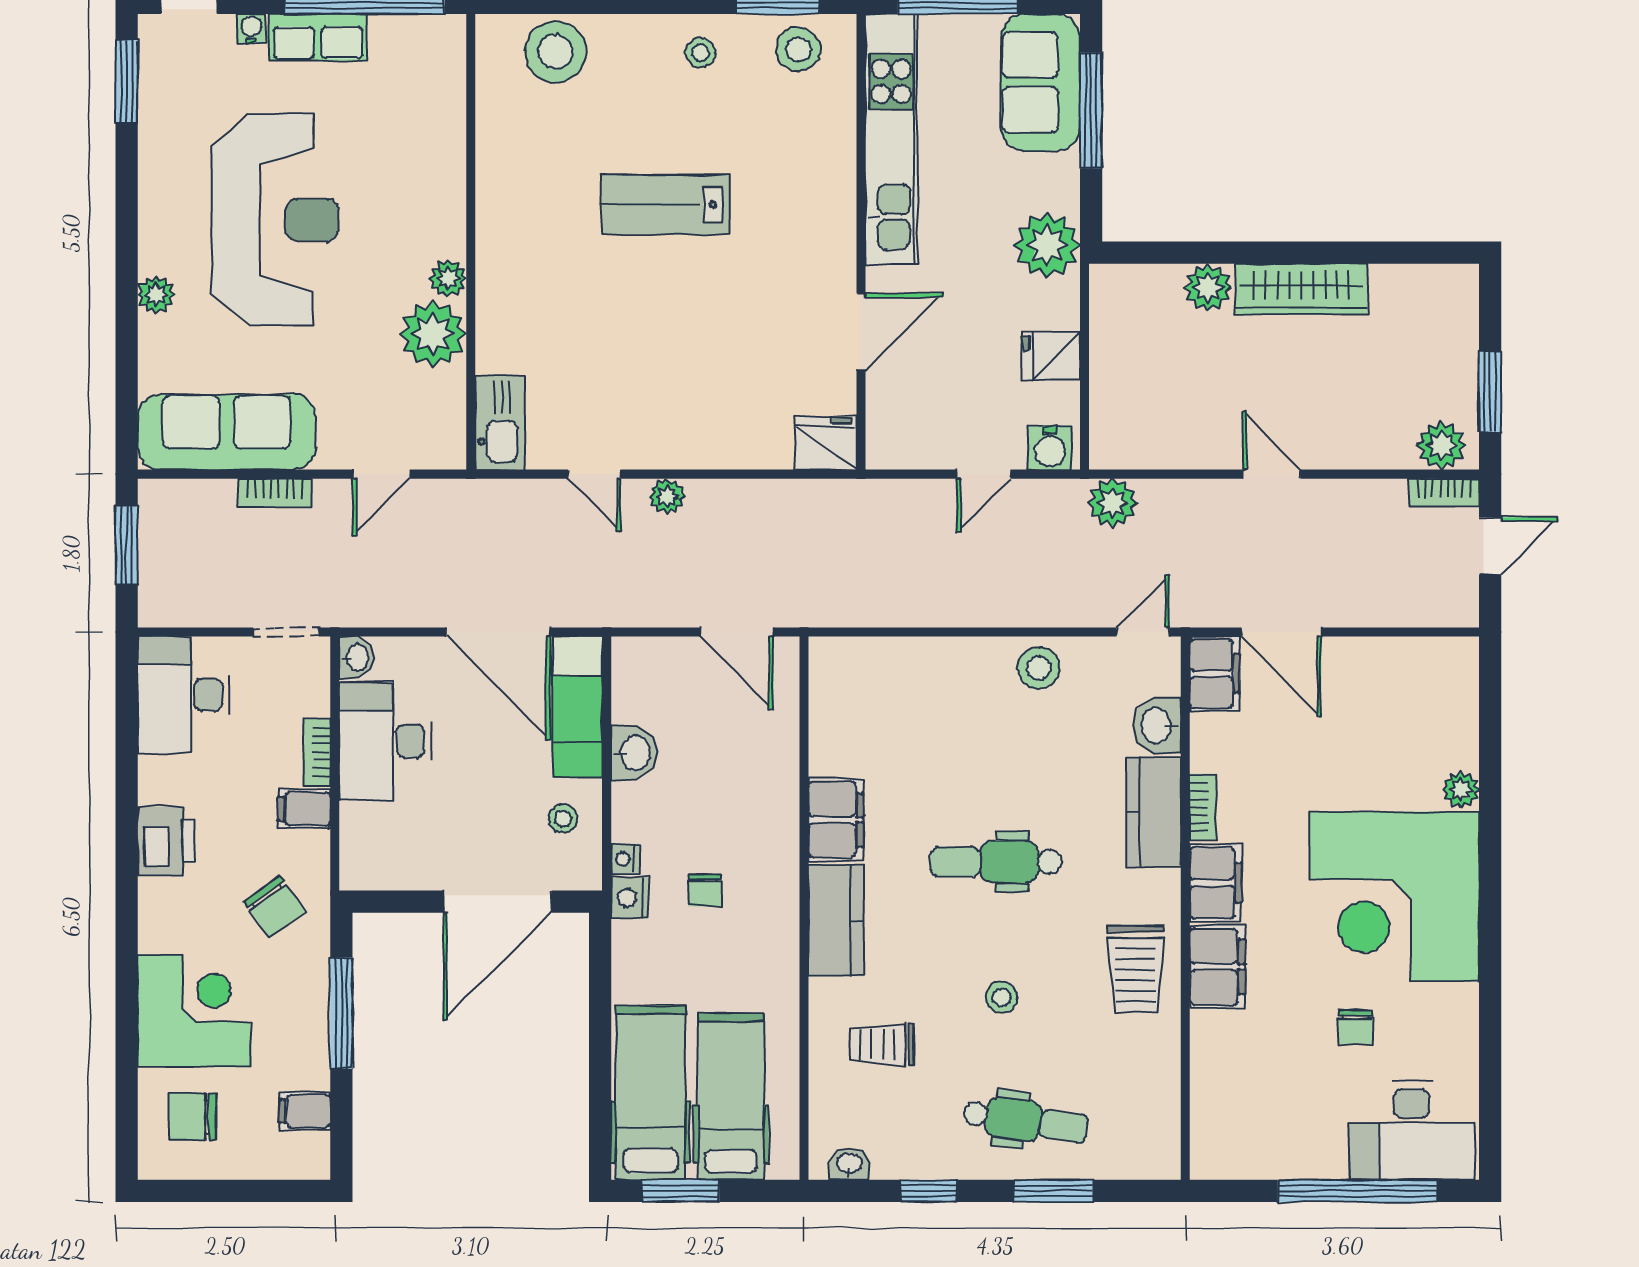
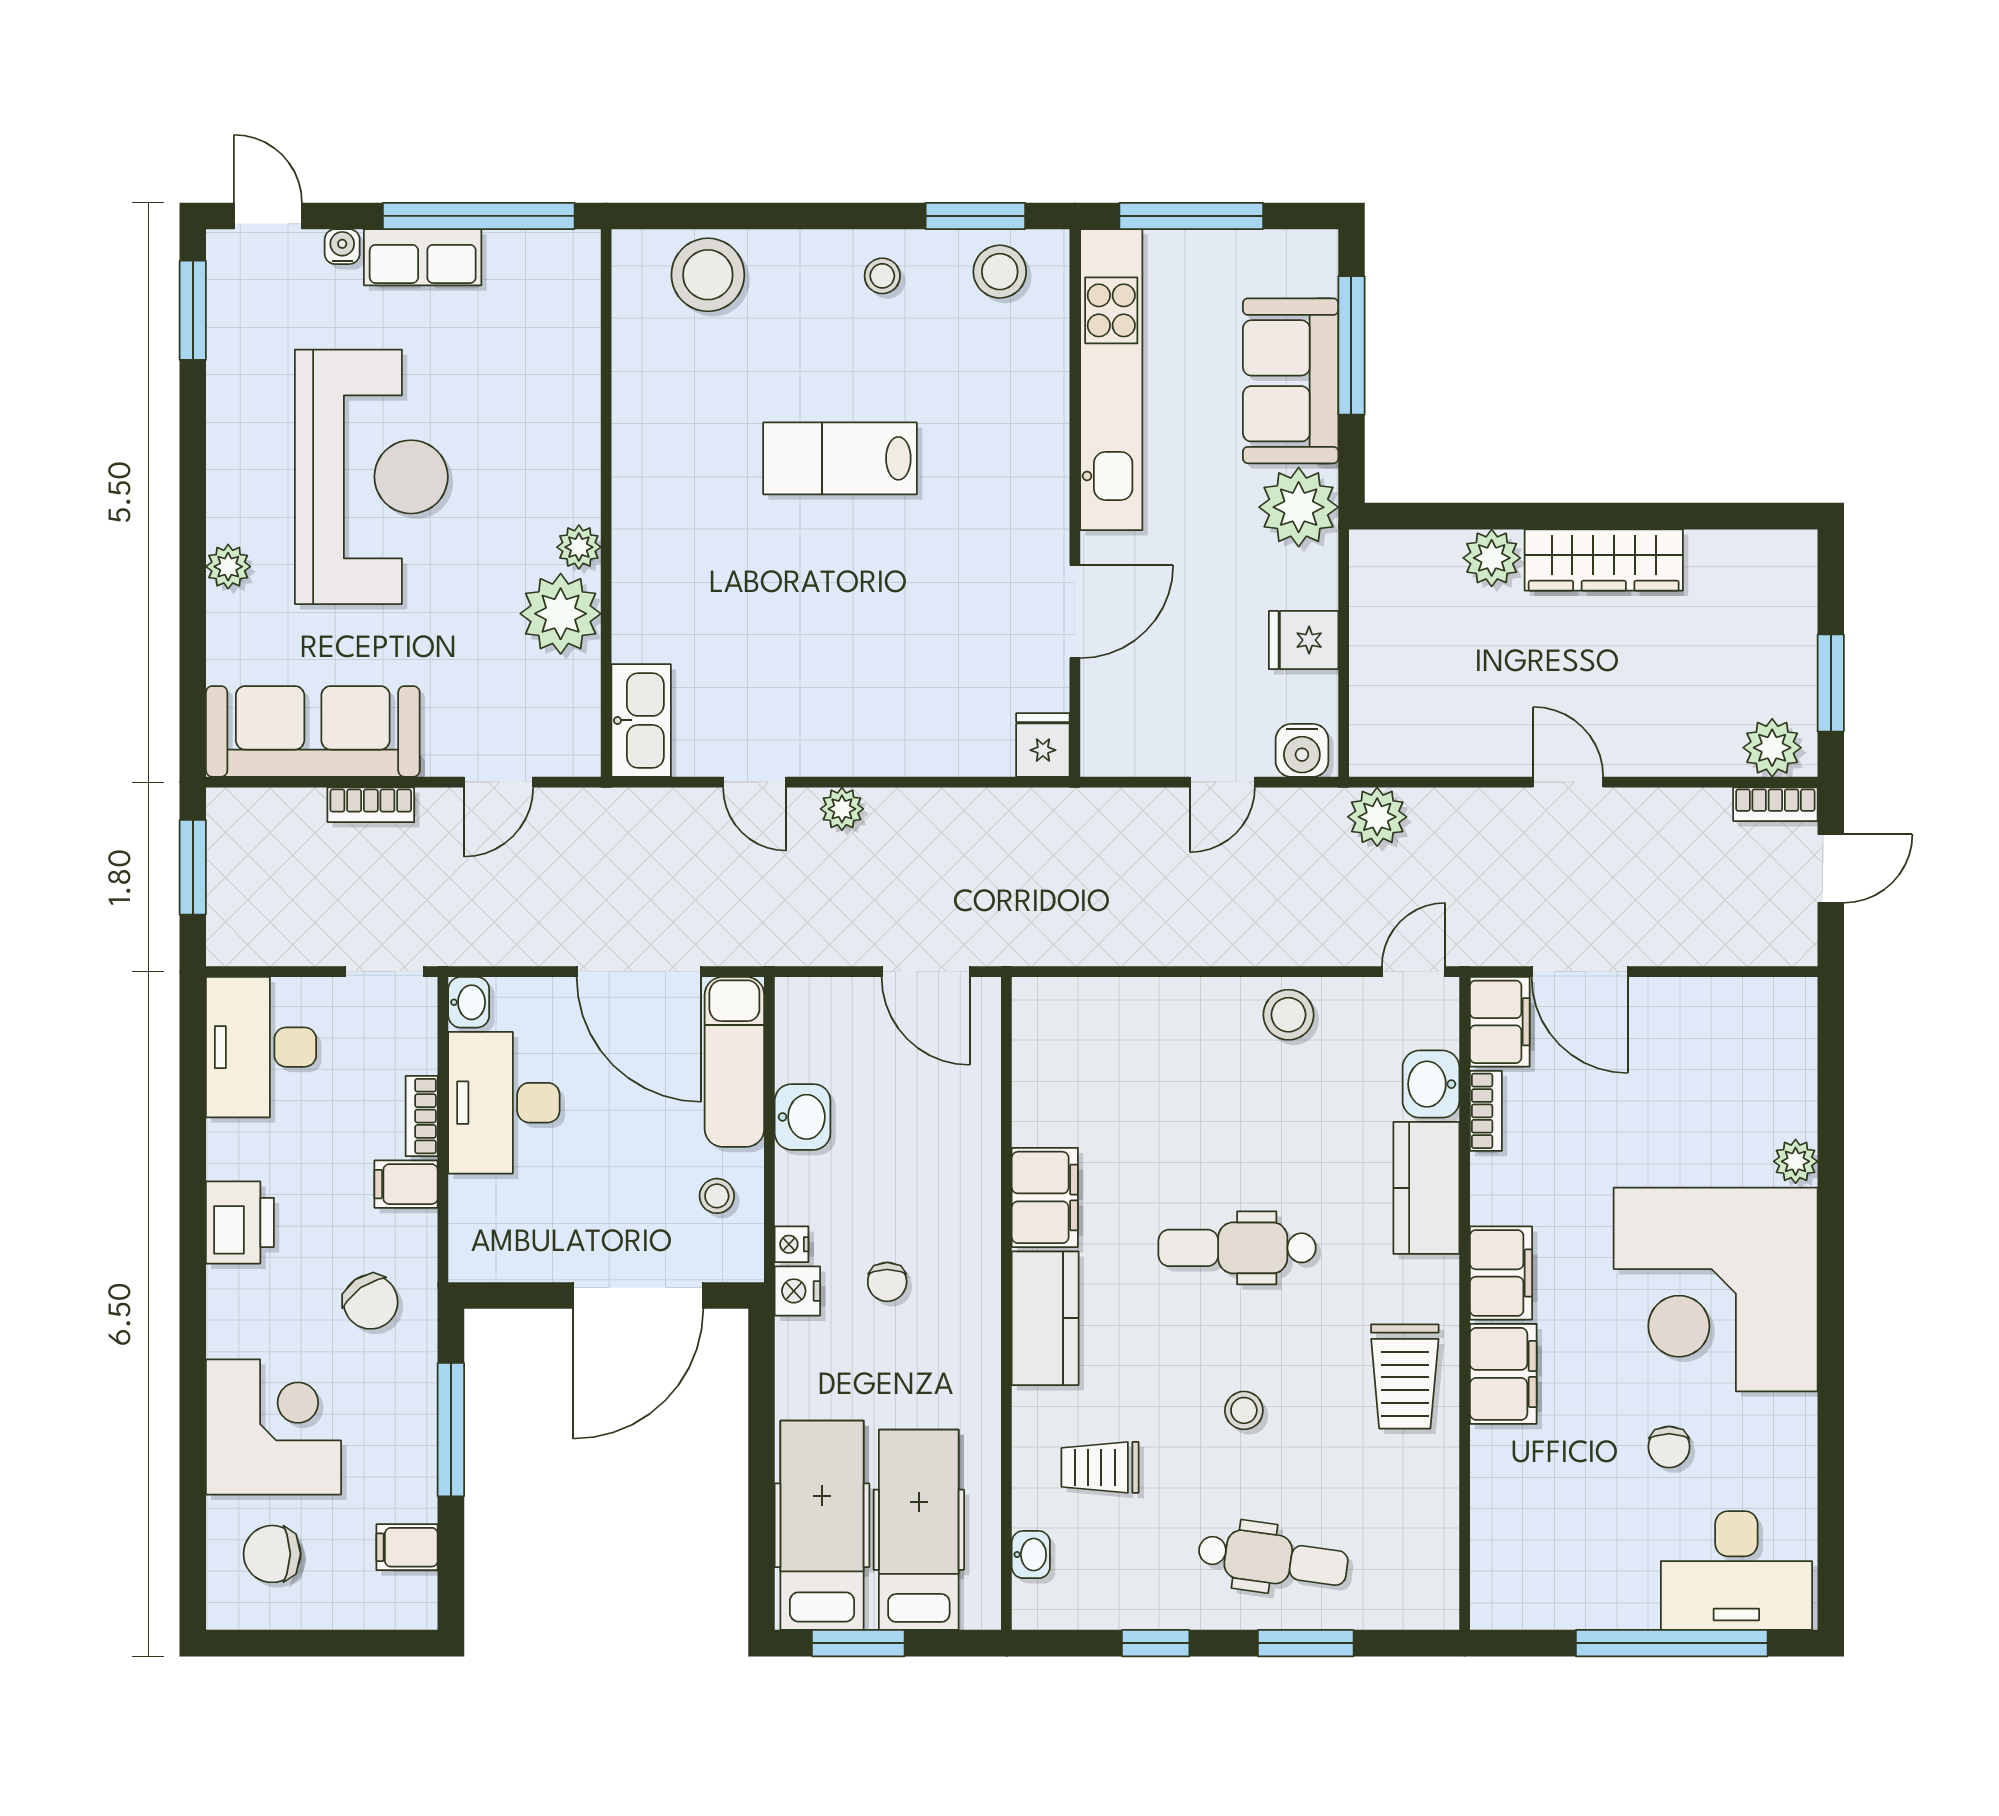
sofa: (1040, 82) -> (1291, 381), moved
fridge: (826, 443) -> (1043, 745), width x0.72
bookcase: (1203, 807) -> (1486, 1111), moved
washbasin: (849, 1164) -> (1031, 1555), moved, turned 90

